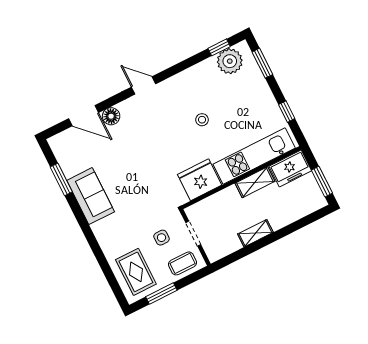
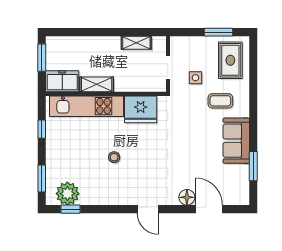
shelving: (255, 233) -> (136, 43), moved
coffee table: (183, 263) -> (220, 101), moved

